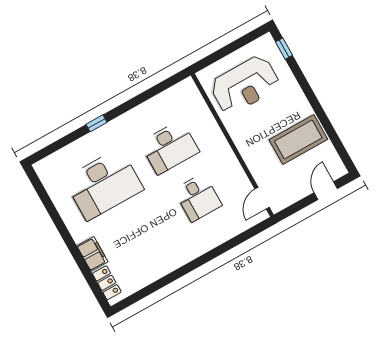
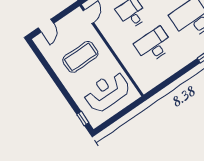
coffee table: (298, 139) -> (80, 57), moved

